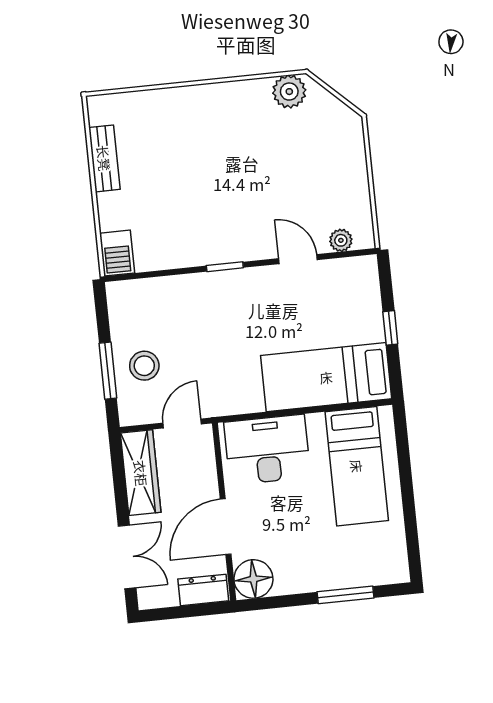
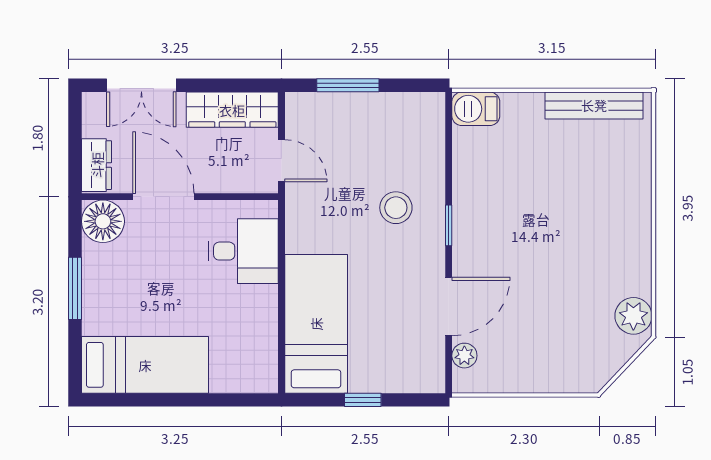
bench: (104, 158) -> (594, 105), width x1.36
door: (298, 259) -> (449, 306), width x1.38
stool: (144, 366) -> (396, 208), moved
desk: (267, 450) -> (243, 251), width x0.73
bed: (357, 466) -> (145, 365), moved, turned 180
window: (346, 595) -> (75, 288), moved

